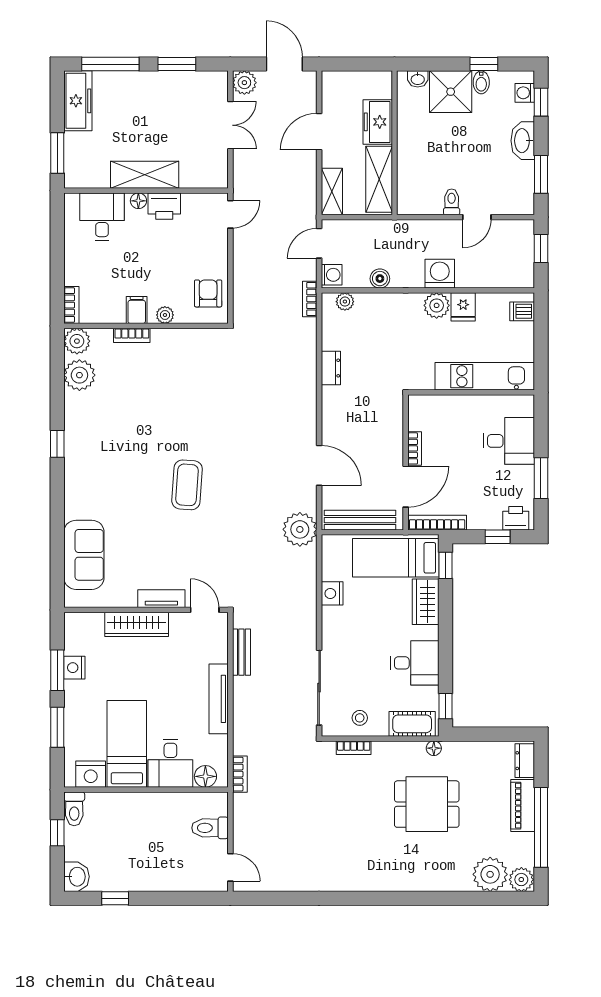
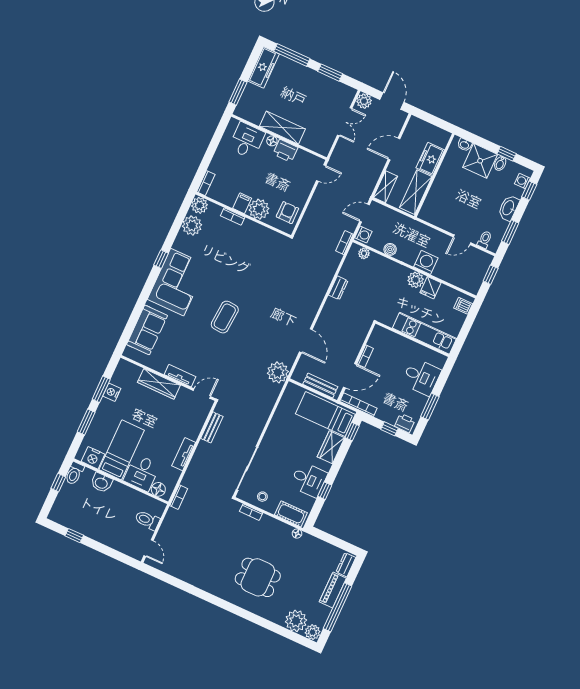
toilet: (452, 202) -> (485, 240), moved
plant: (165, 315) -> (259, 209), width x1.88, depth x1.88
corner sofa: (96, 466) -> (177, 282), added
bench: (360, 520) -> (320, 385), width x0.73
nightstand: (332, 593) -> (279, 418), removed
door: (205, 610) -> (202, 394), hinge flipped
tv unit: (219, 699) -> (184, 454), width x0.71
window: (446, 706) -> (325, 491), moved
dining table: (427, 804) -> (258, 577), moved
washbasin: (77, 877) -> (101, 483), moved, turned 90

